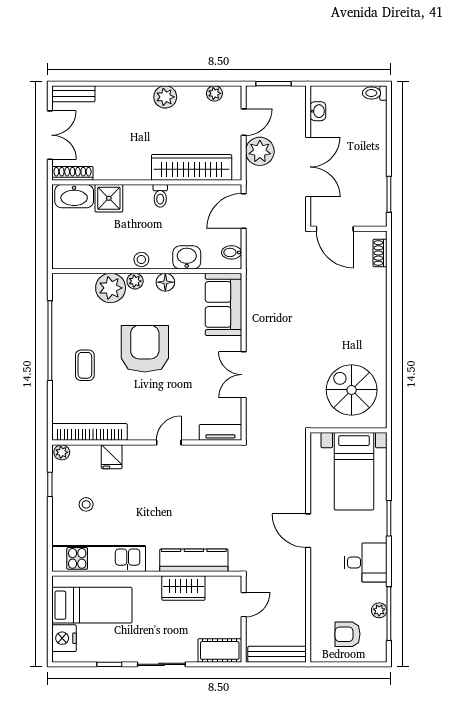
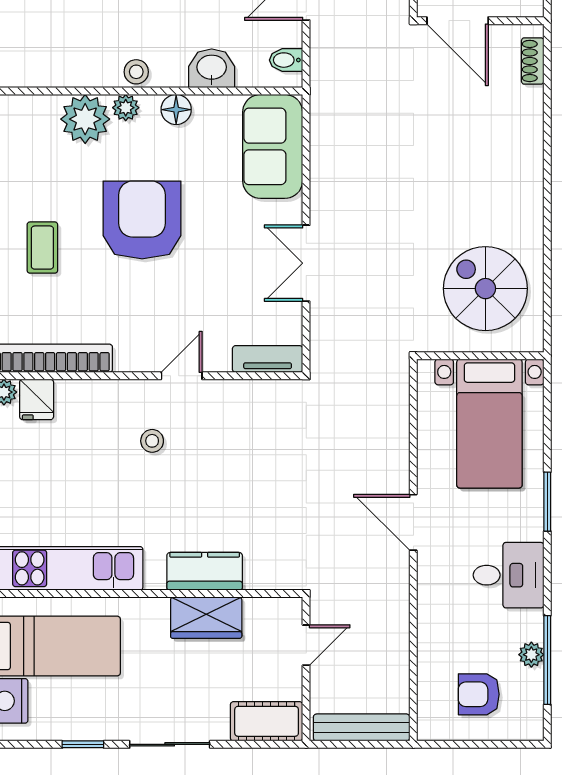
fridge: (112, 457) -> (37, 399), moved
stool: (86, 504) -> (152, 441), moved
kitchen counter: (194, 560) -> (205, 571), width x0.67

